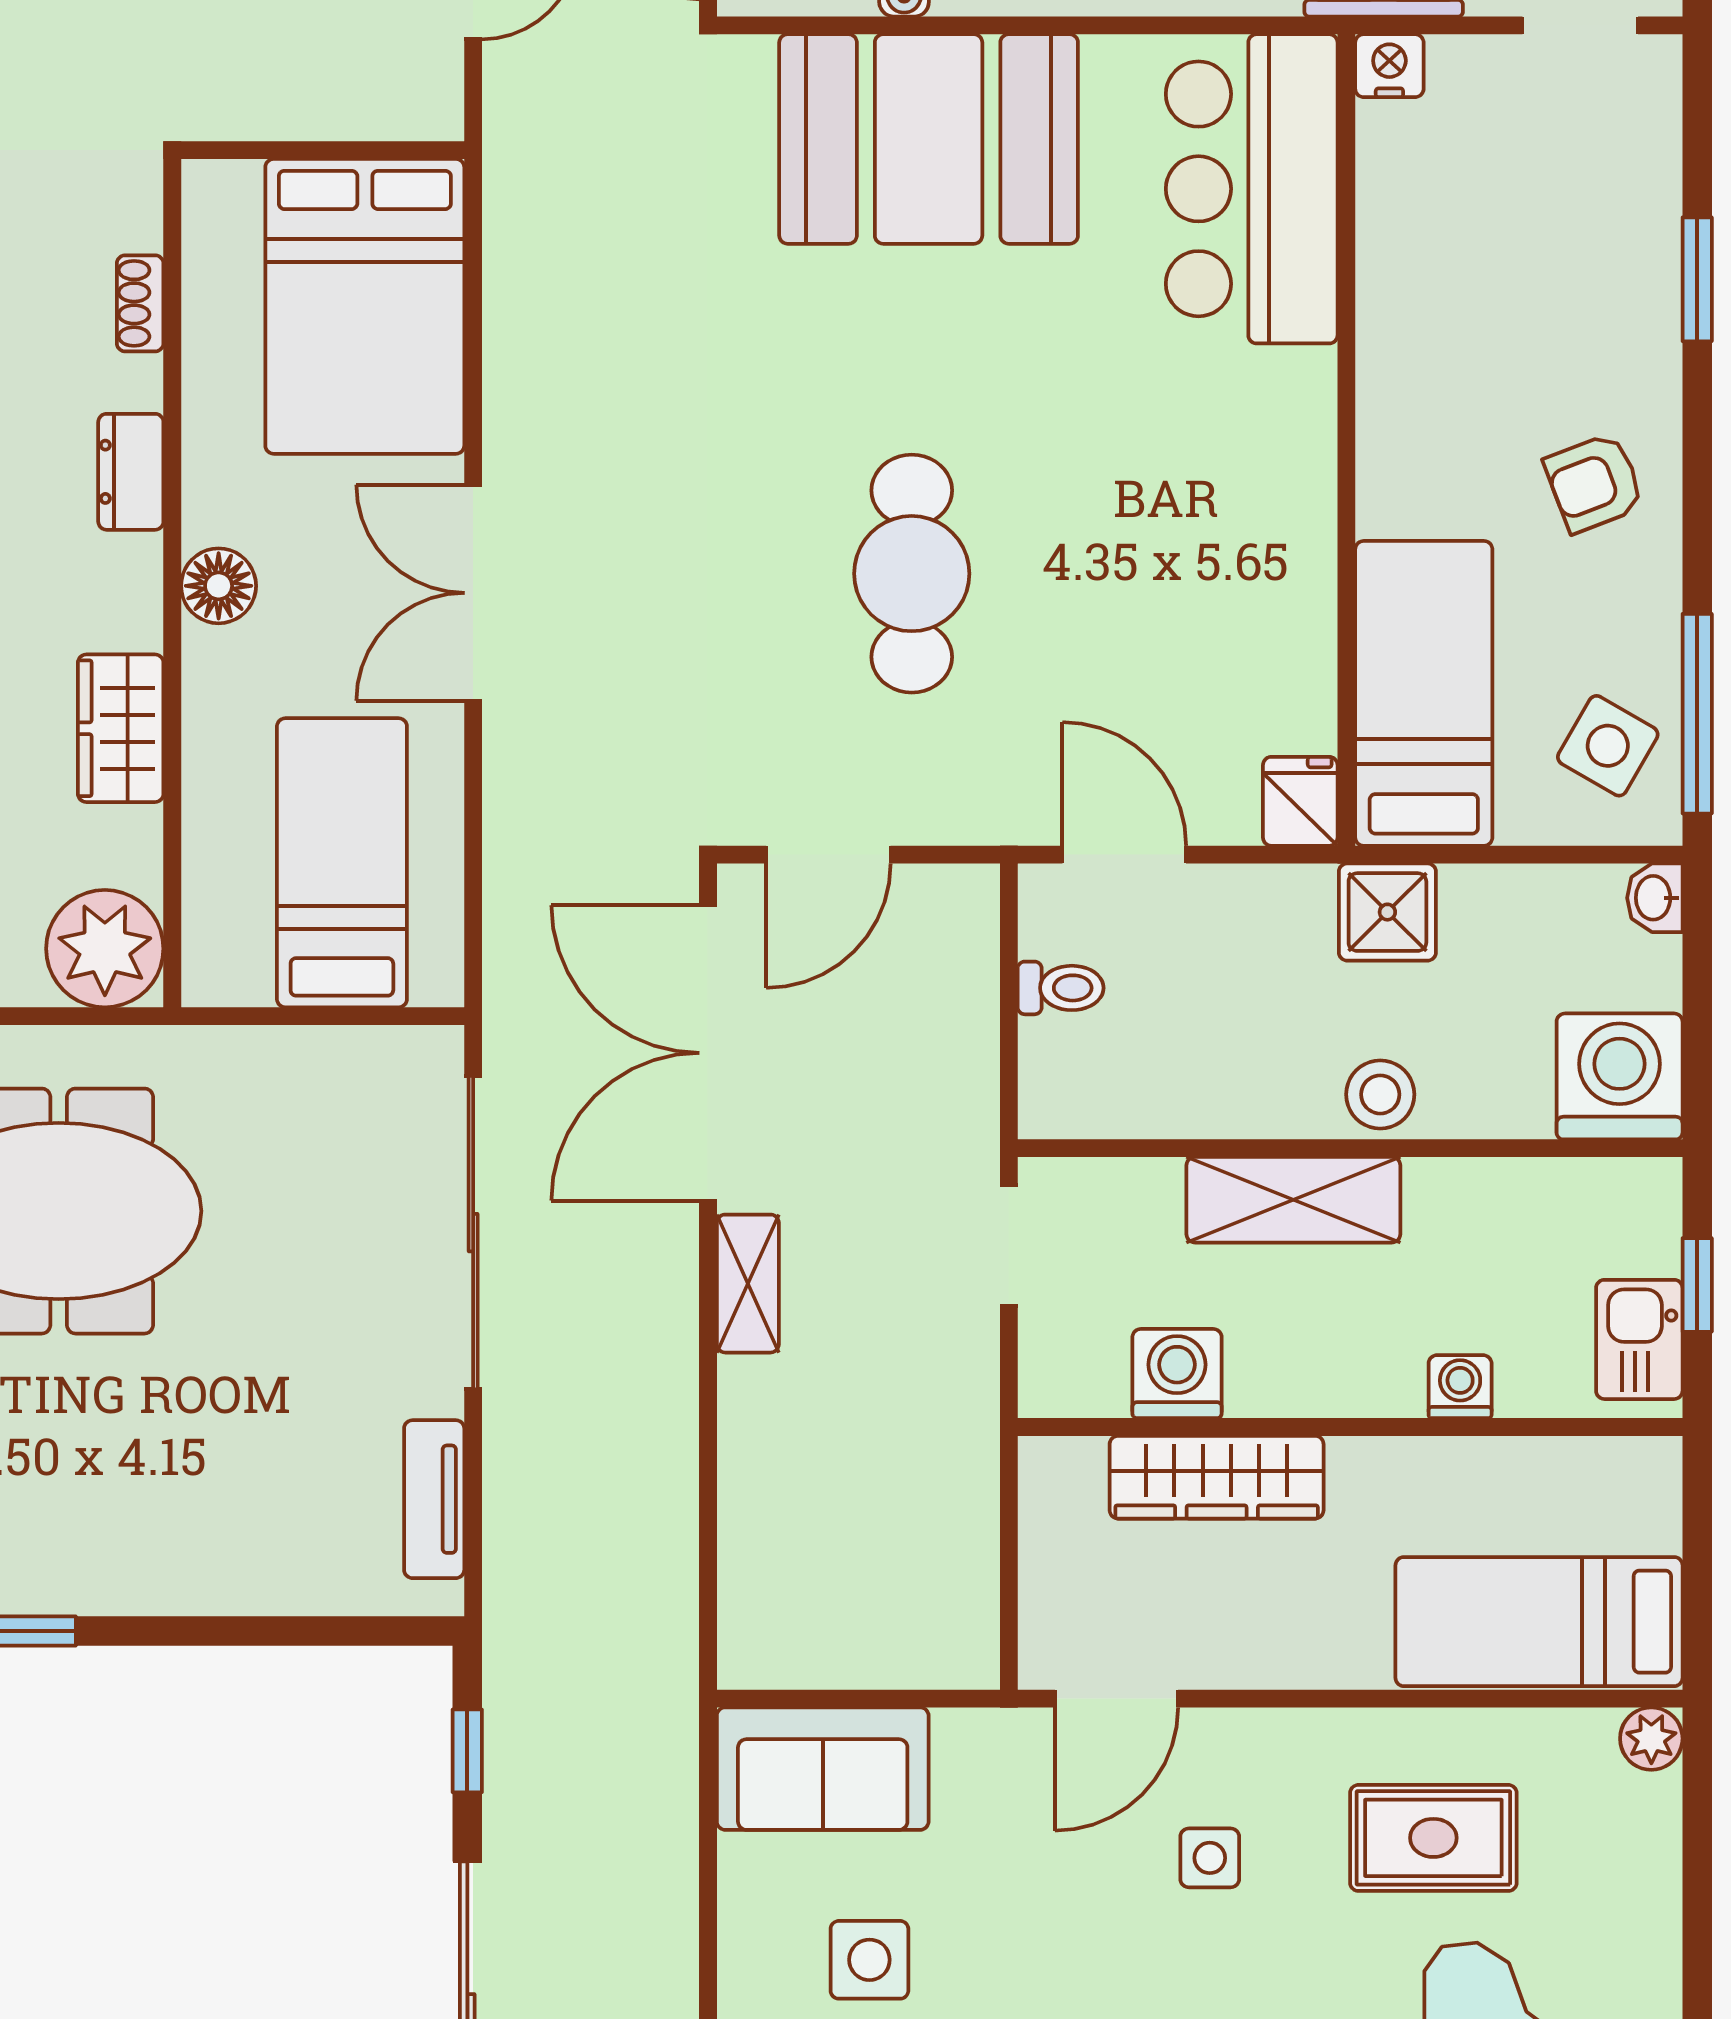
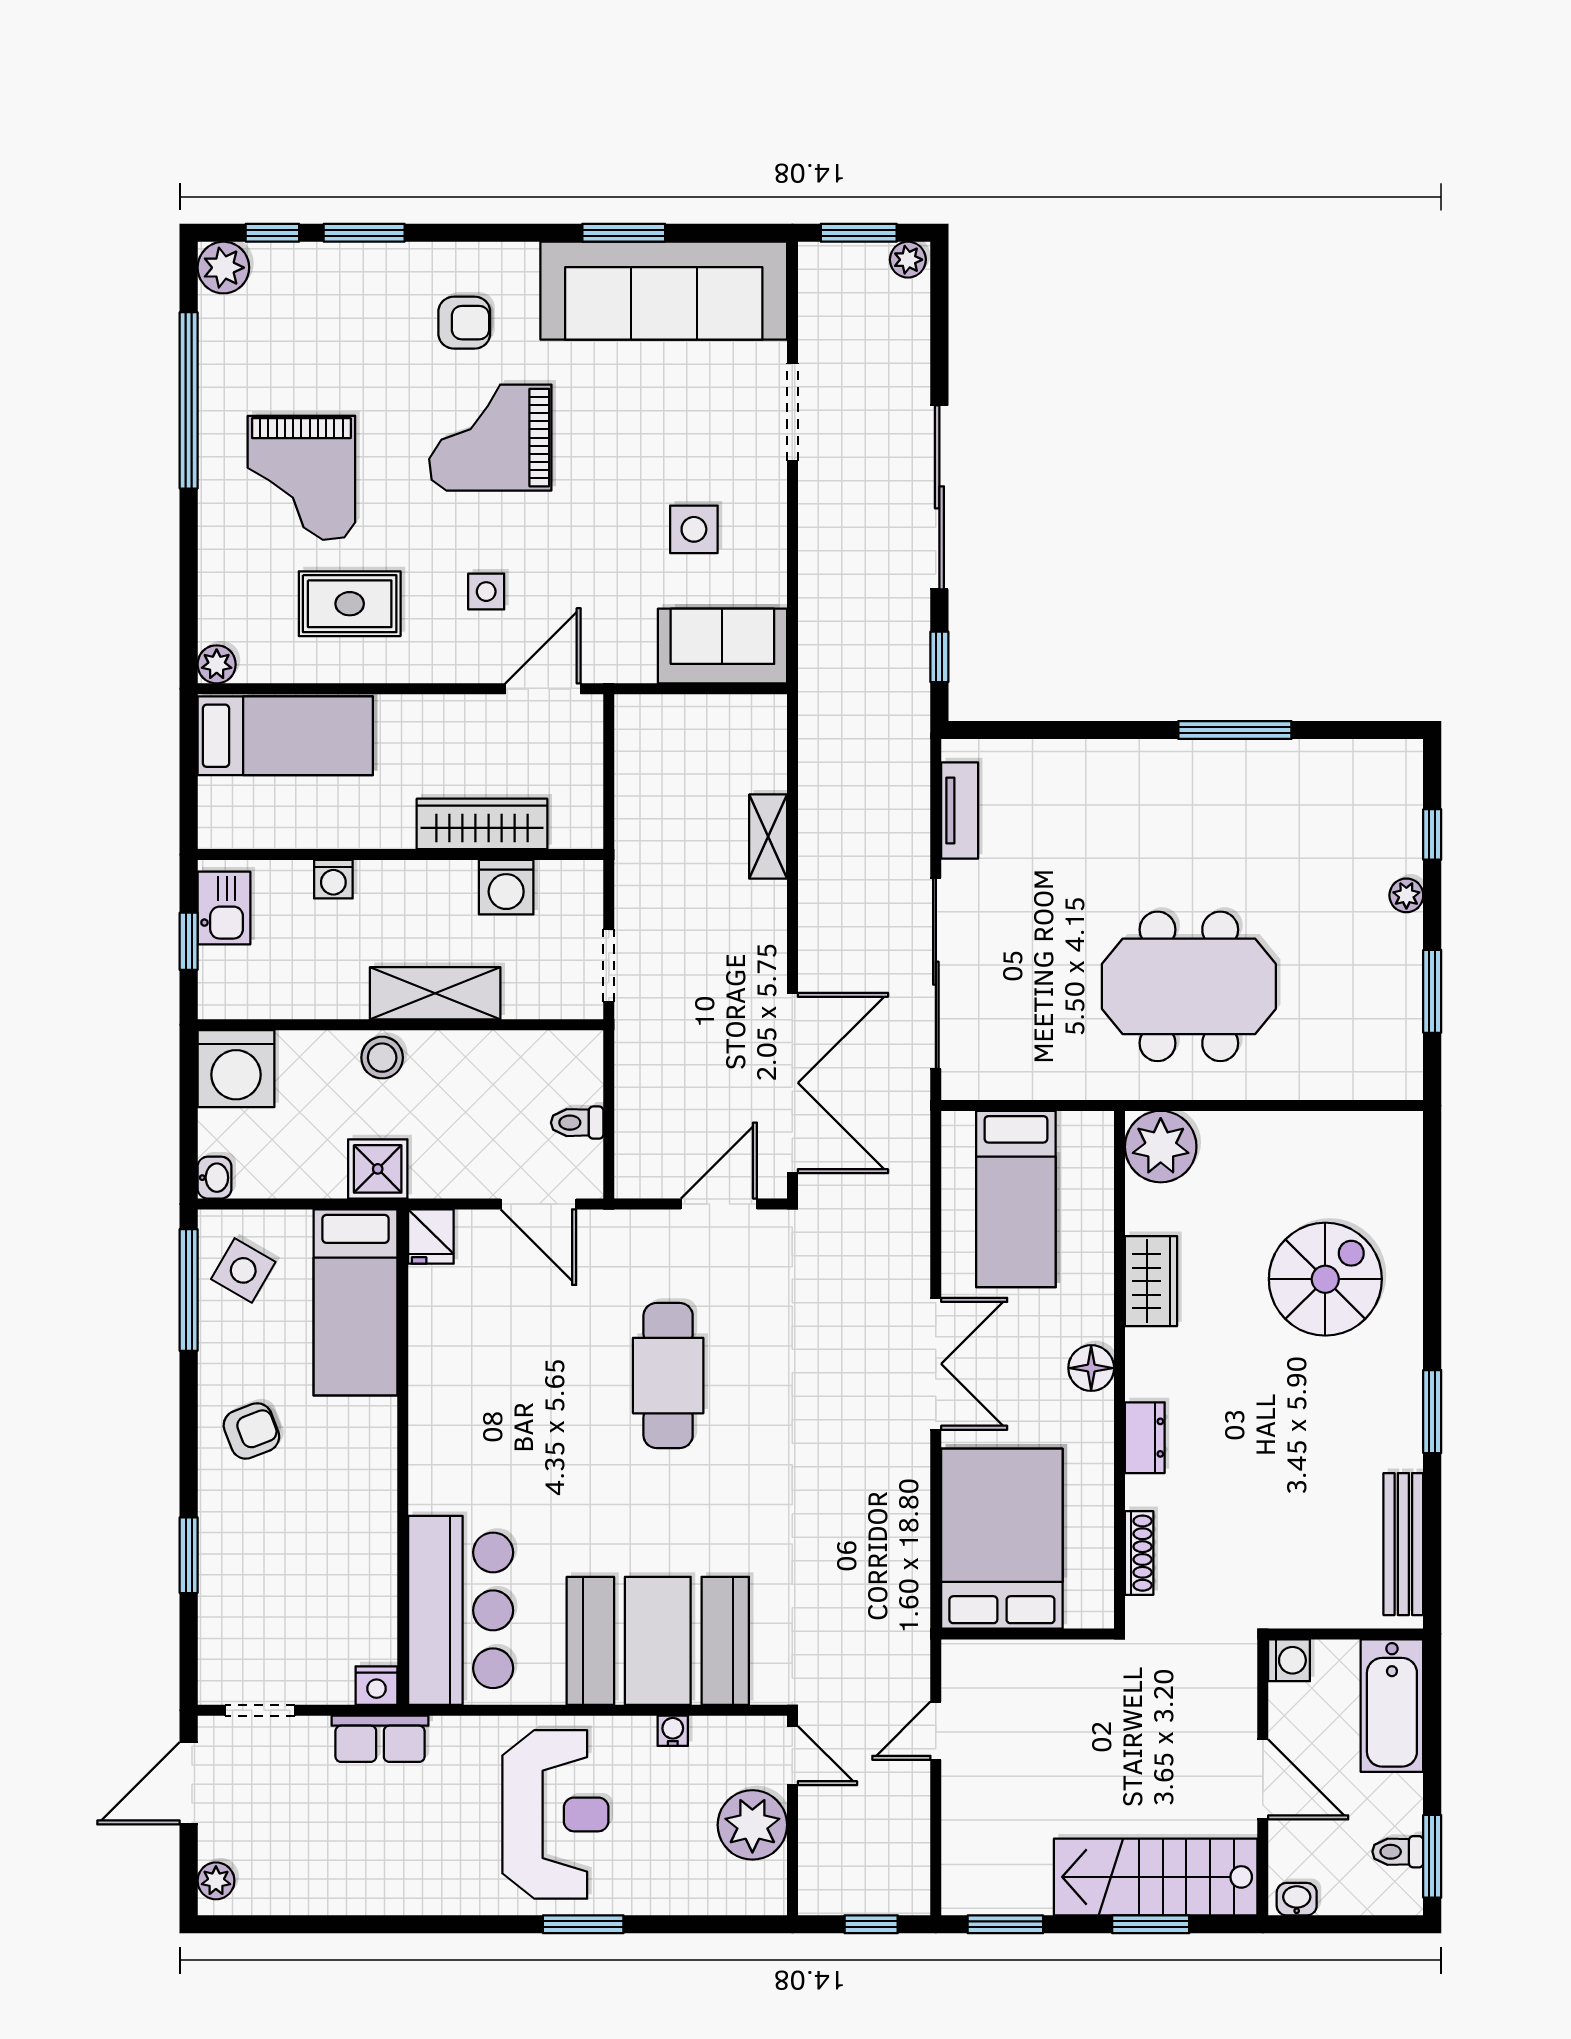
shoe rack: (140, 303) -> (1139, 1553), width x1.43
shelving: (748, 1284) -> (768, 837), moved

